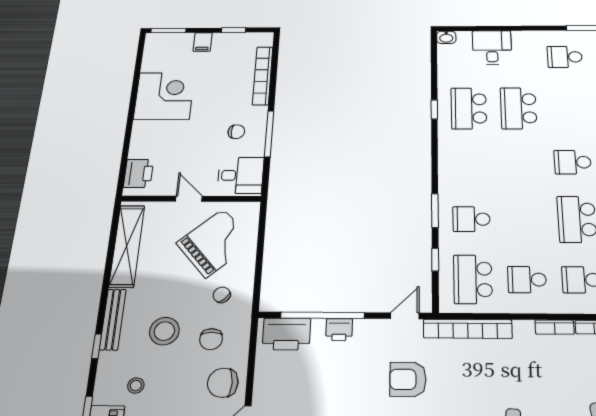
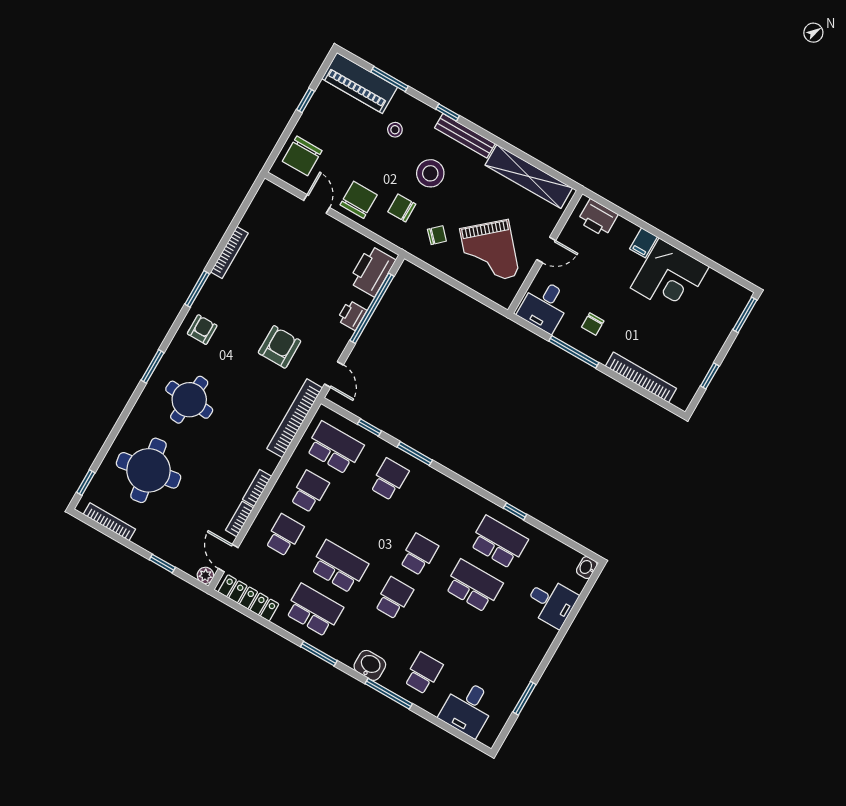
filing cabinet: (203, 42) -> (644, 243), moved, turned -90
school desk: (565, 57) -> (419, 554), moved

